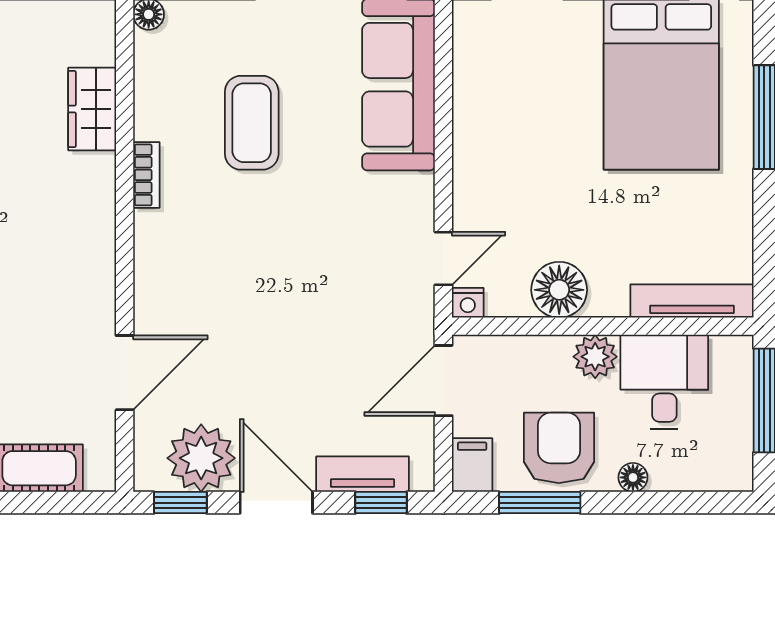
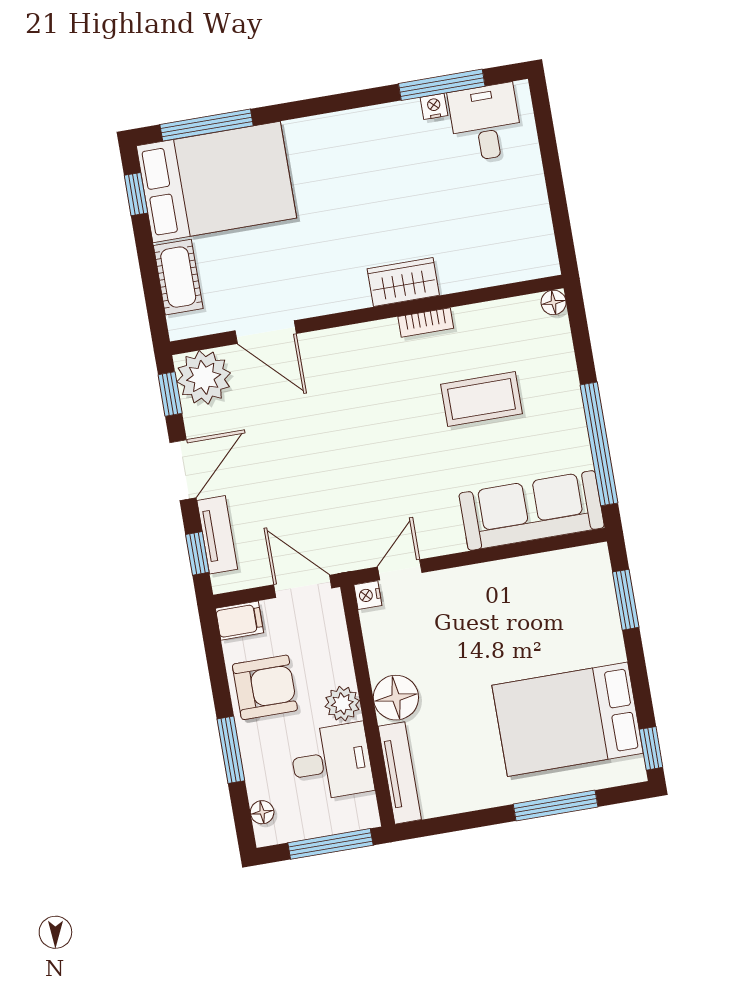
wardrobe: (92, 109) -> (403, 282), moved
door: (443, 258) -> (400, 570), swing flipped
floor lamp: (559, 290) -> (396, 698), moved
plant: (201, 458) -> (204, 377), moved
floor lamp: (633, 477) -> (262, 812), moved
window: (540, 503) -> (231, 750), moved

